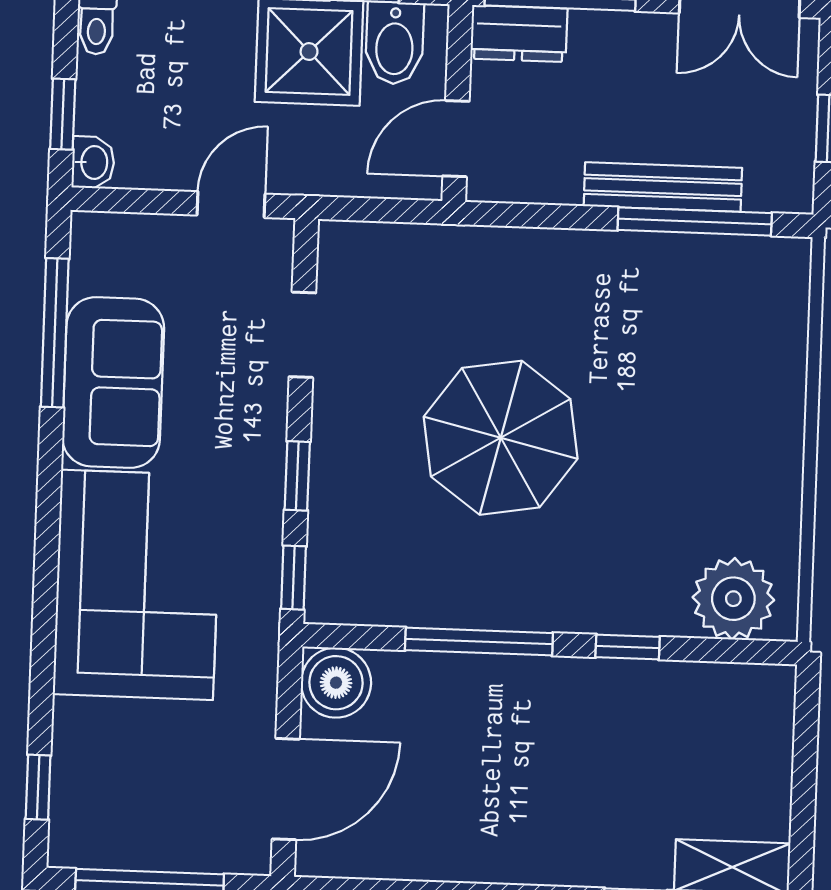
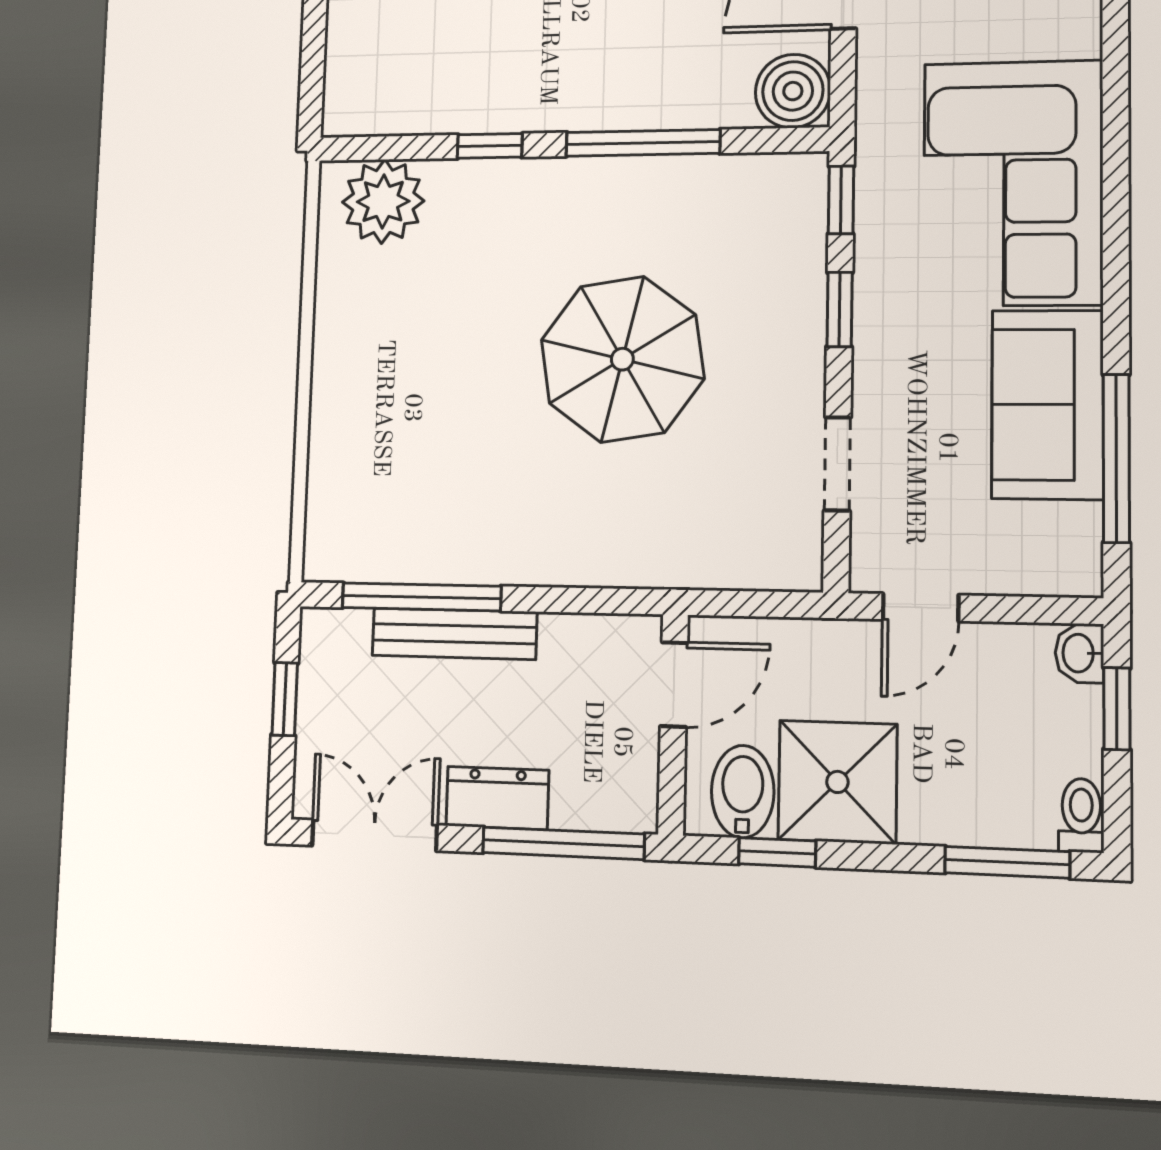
dresser: (519, 34) -> (497, 798), moved

